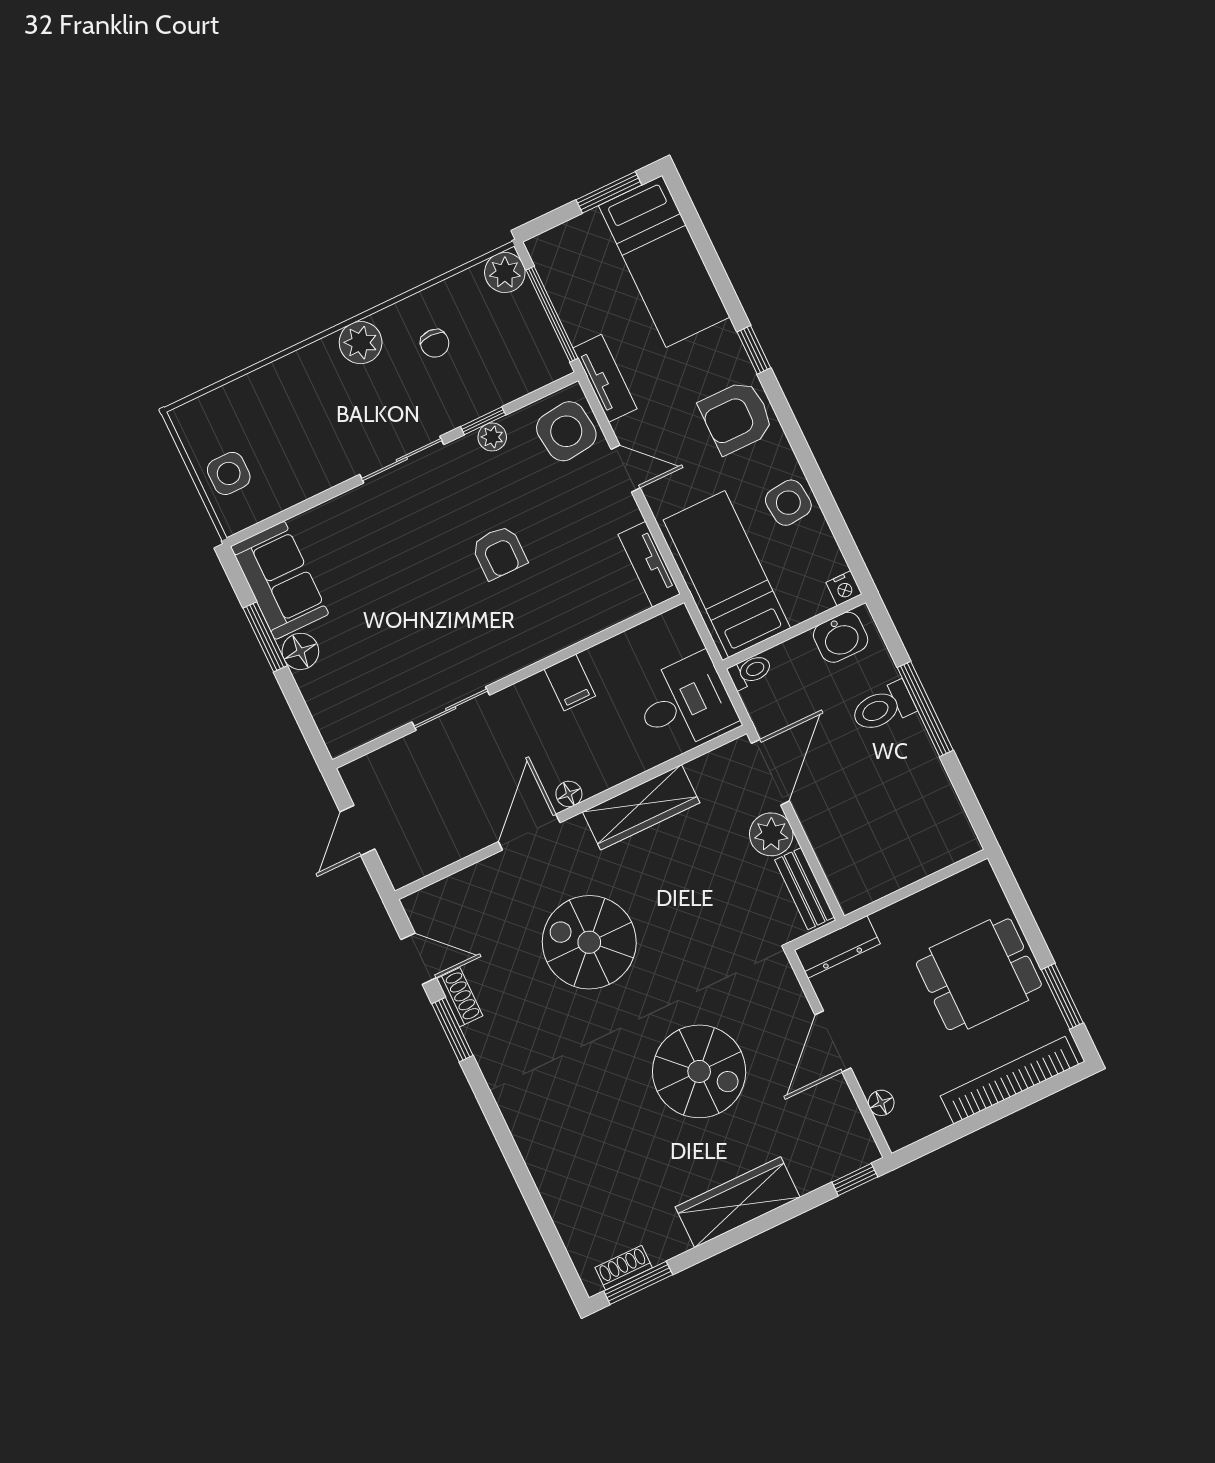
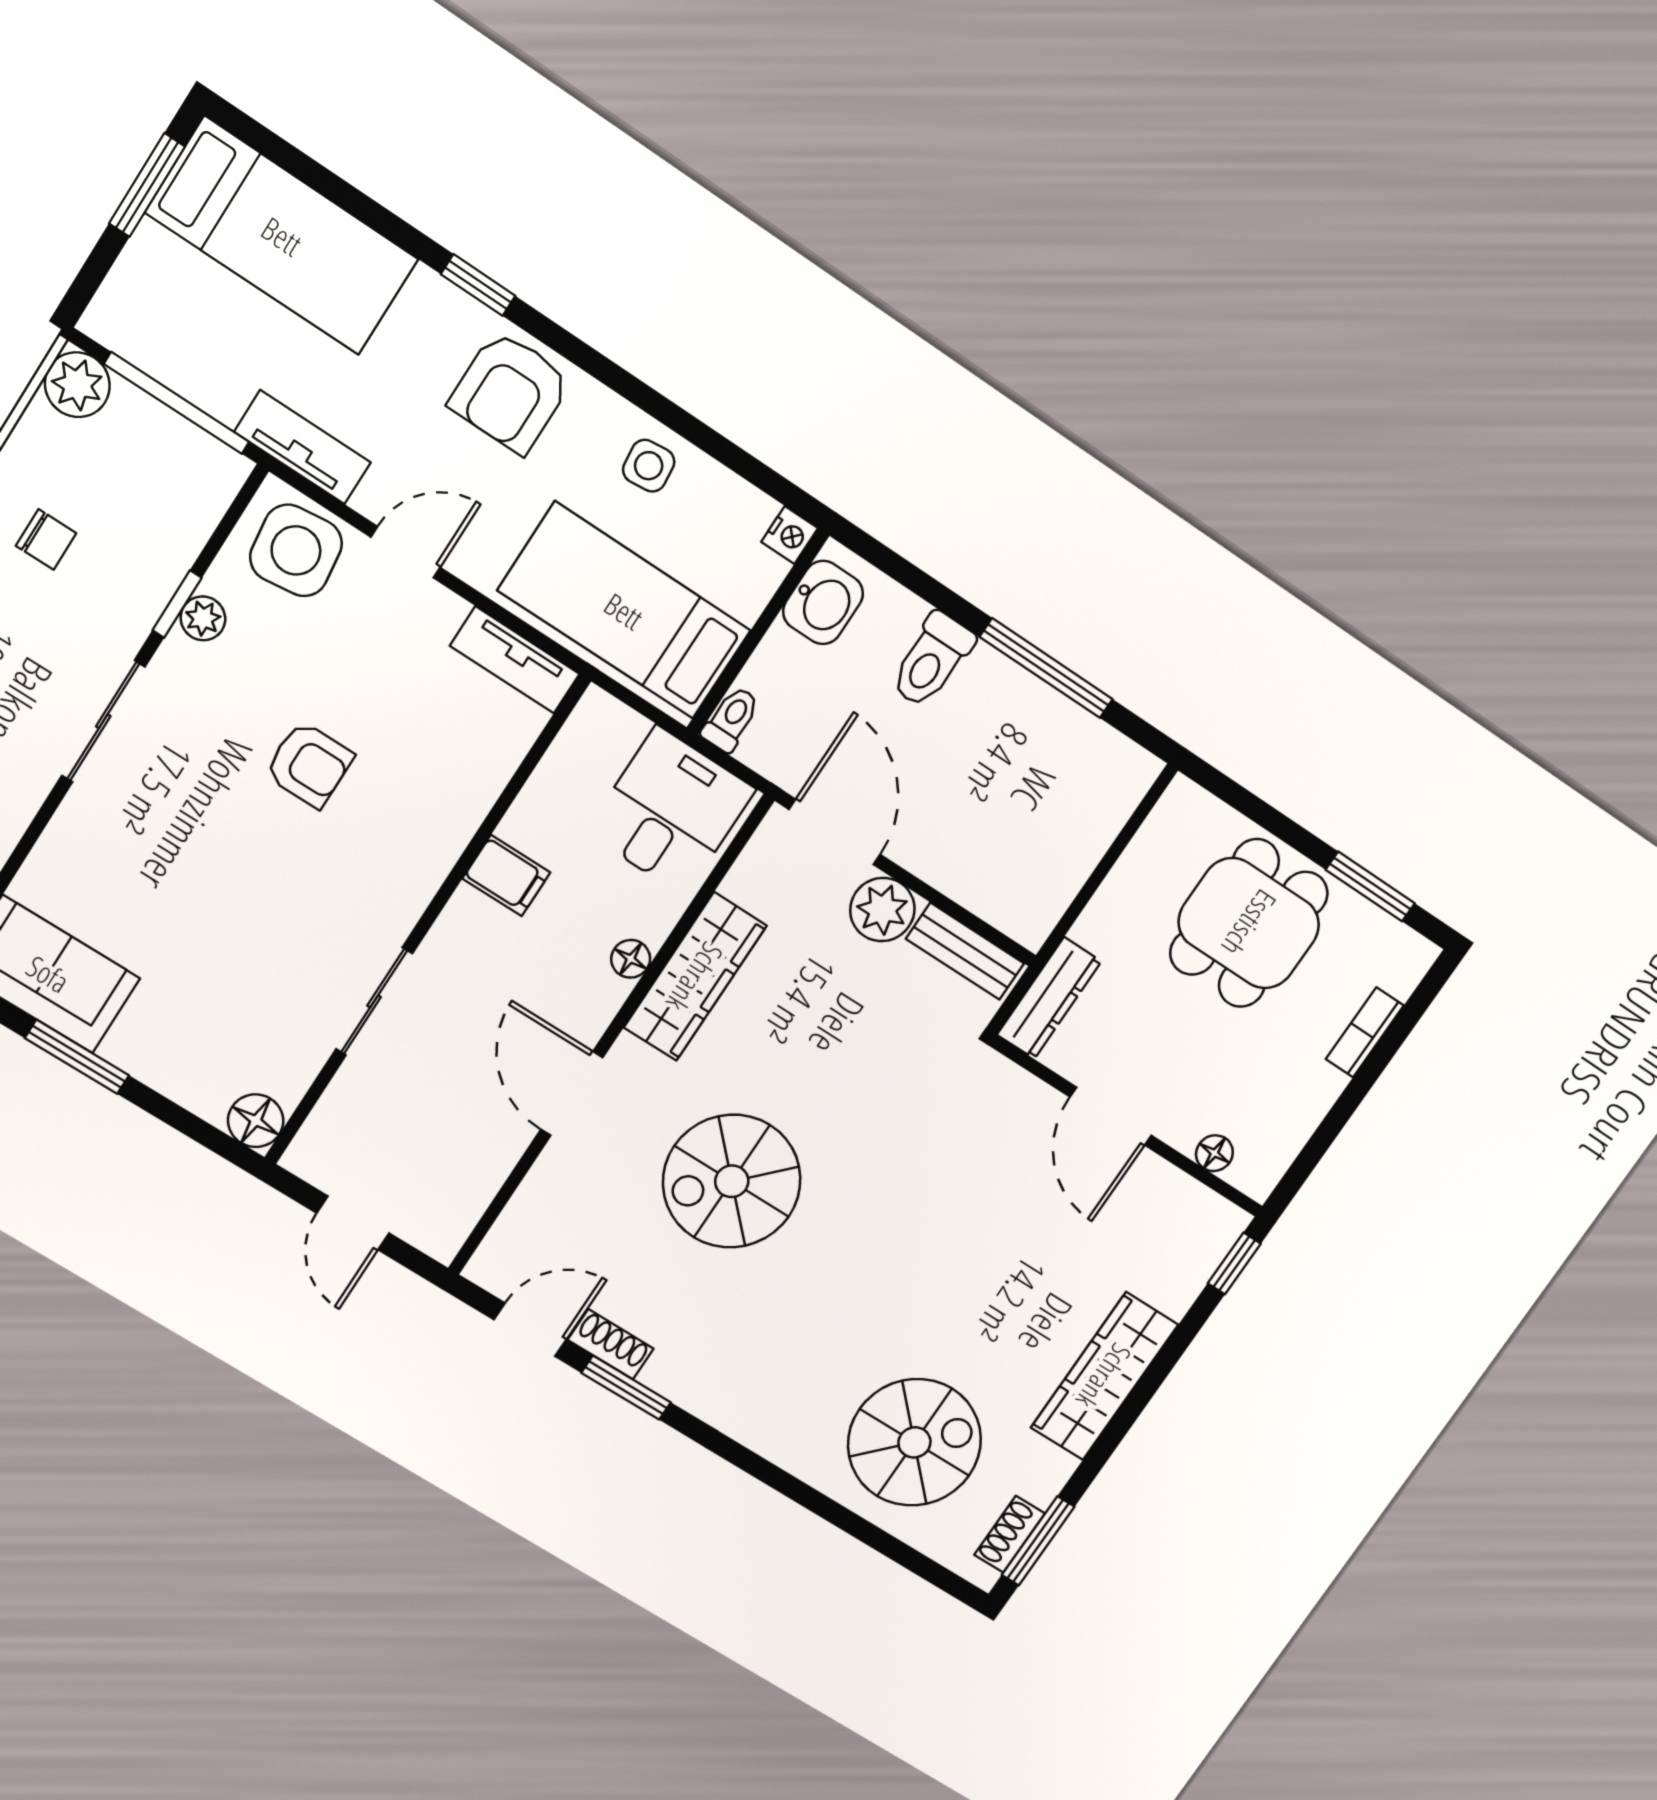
side table: (788, 503) -> (649, 466), width x0.73, depth x0.73
floor lamp: (300, 651) -> (256, 1121), moved
window: (925, 709) -> (1046, 668), moved
floor lamp: (569, 794) -> (631, 959), moved
spiral stairs: (699, 1071) -> (914, 1442), moved
bookcase: (1009, 1080) -> (1365, 1032), width x0.43, depth x0.76

